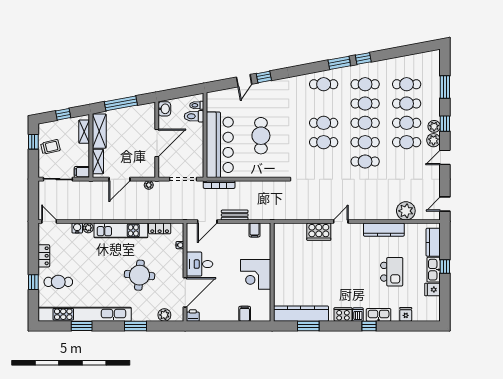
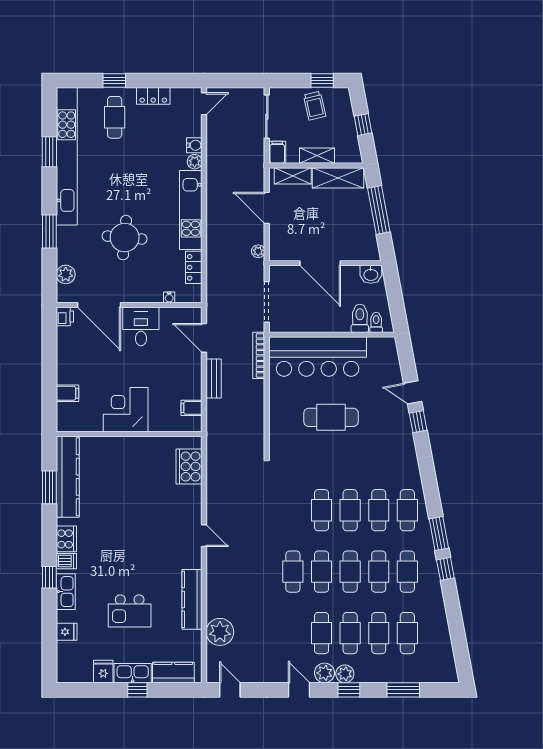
cafe table: (324, 104) -> (379, 510), added
shelving: (84, 132) -> (317, 156), moved
cooker: (319, 232) -> (189, 466), moved

